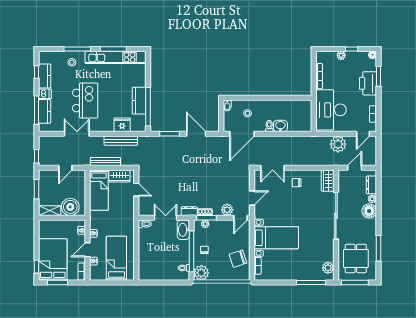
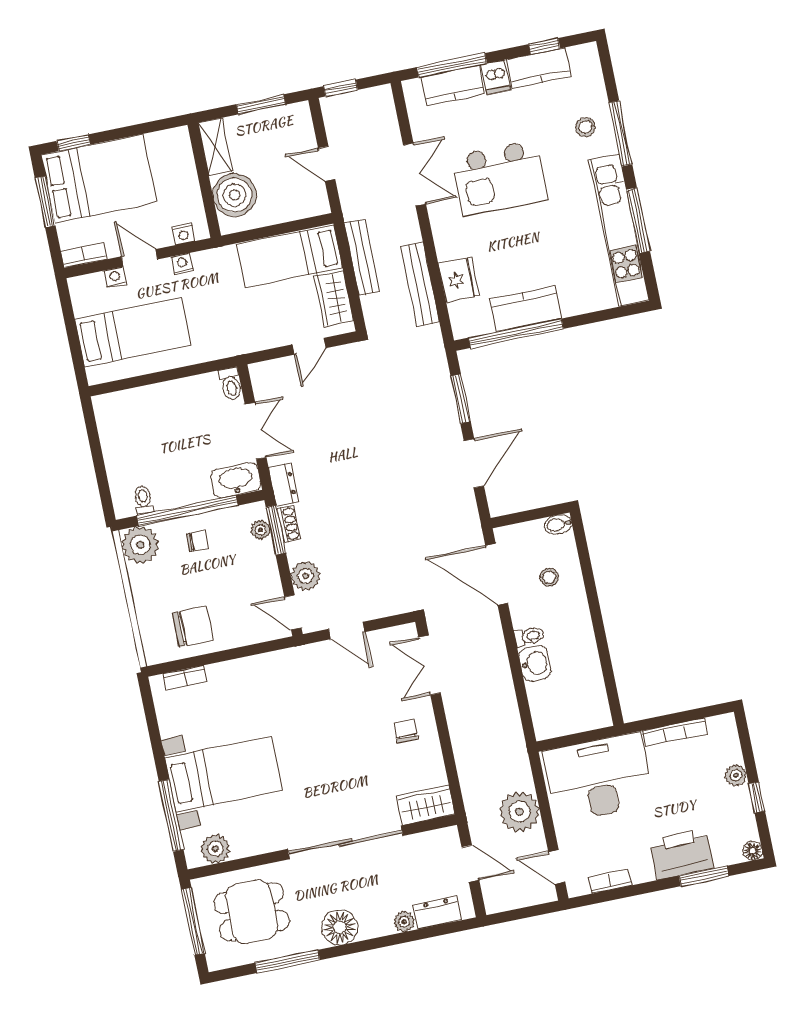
floor lamp: (369, 211) -> (340, 927), moved
bed with nightstands: (276, 238) -> (224, 774), moved, turned -90
chair: (238, 259) -> (193, 627), turned 108

